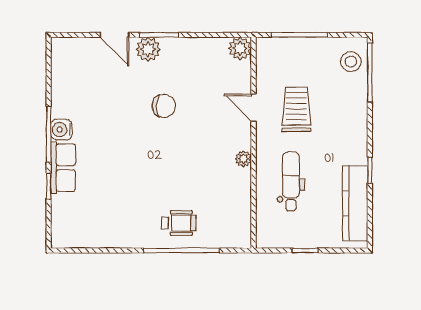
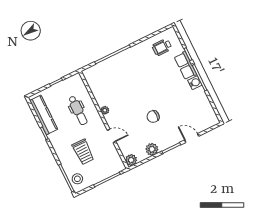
plant: (148, 49) -> (152, 149), moved
trolley: (296, 109) -> (83, 152), moved
wheelchair: (179, 223) -> (162, 47), moved

